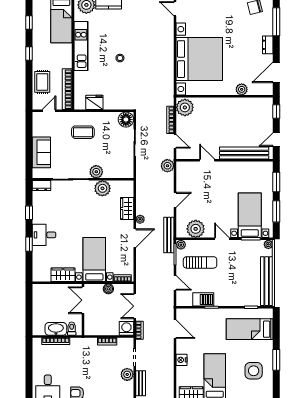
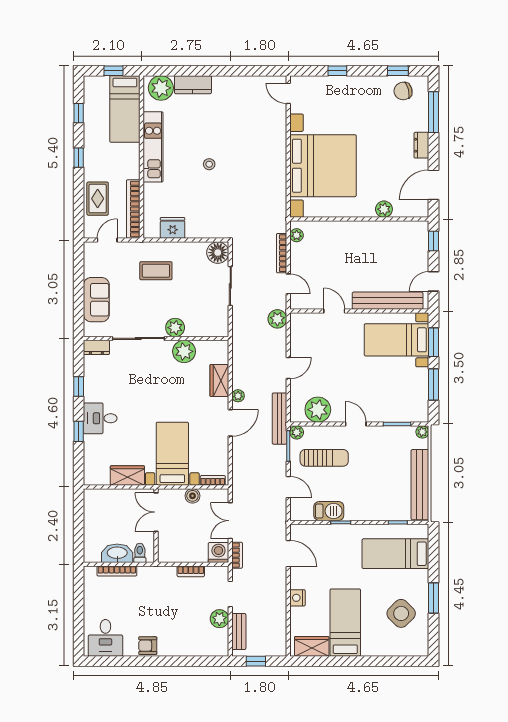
plant: (185, 107) -> (297, 235), width x0.53, depth x0.53
bed with nightstands: (250, 215) -> (397, 340), moved, turned -90
side table: (254, 371) -> (401, 613), turned 45

